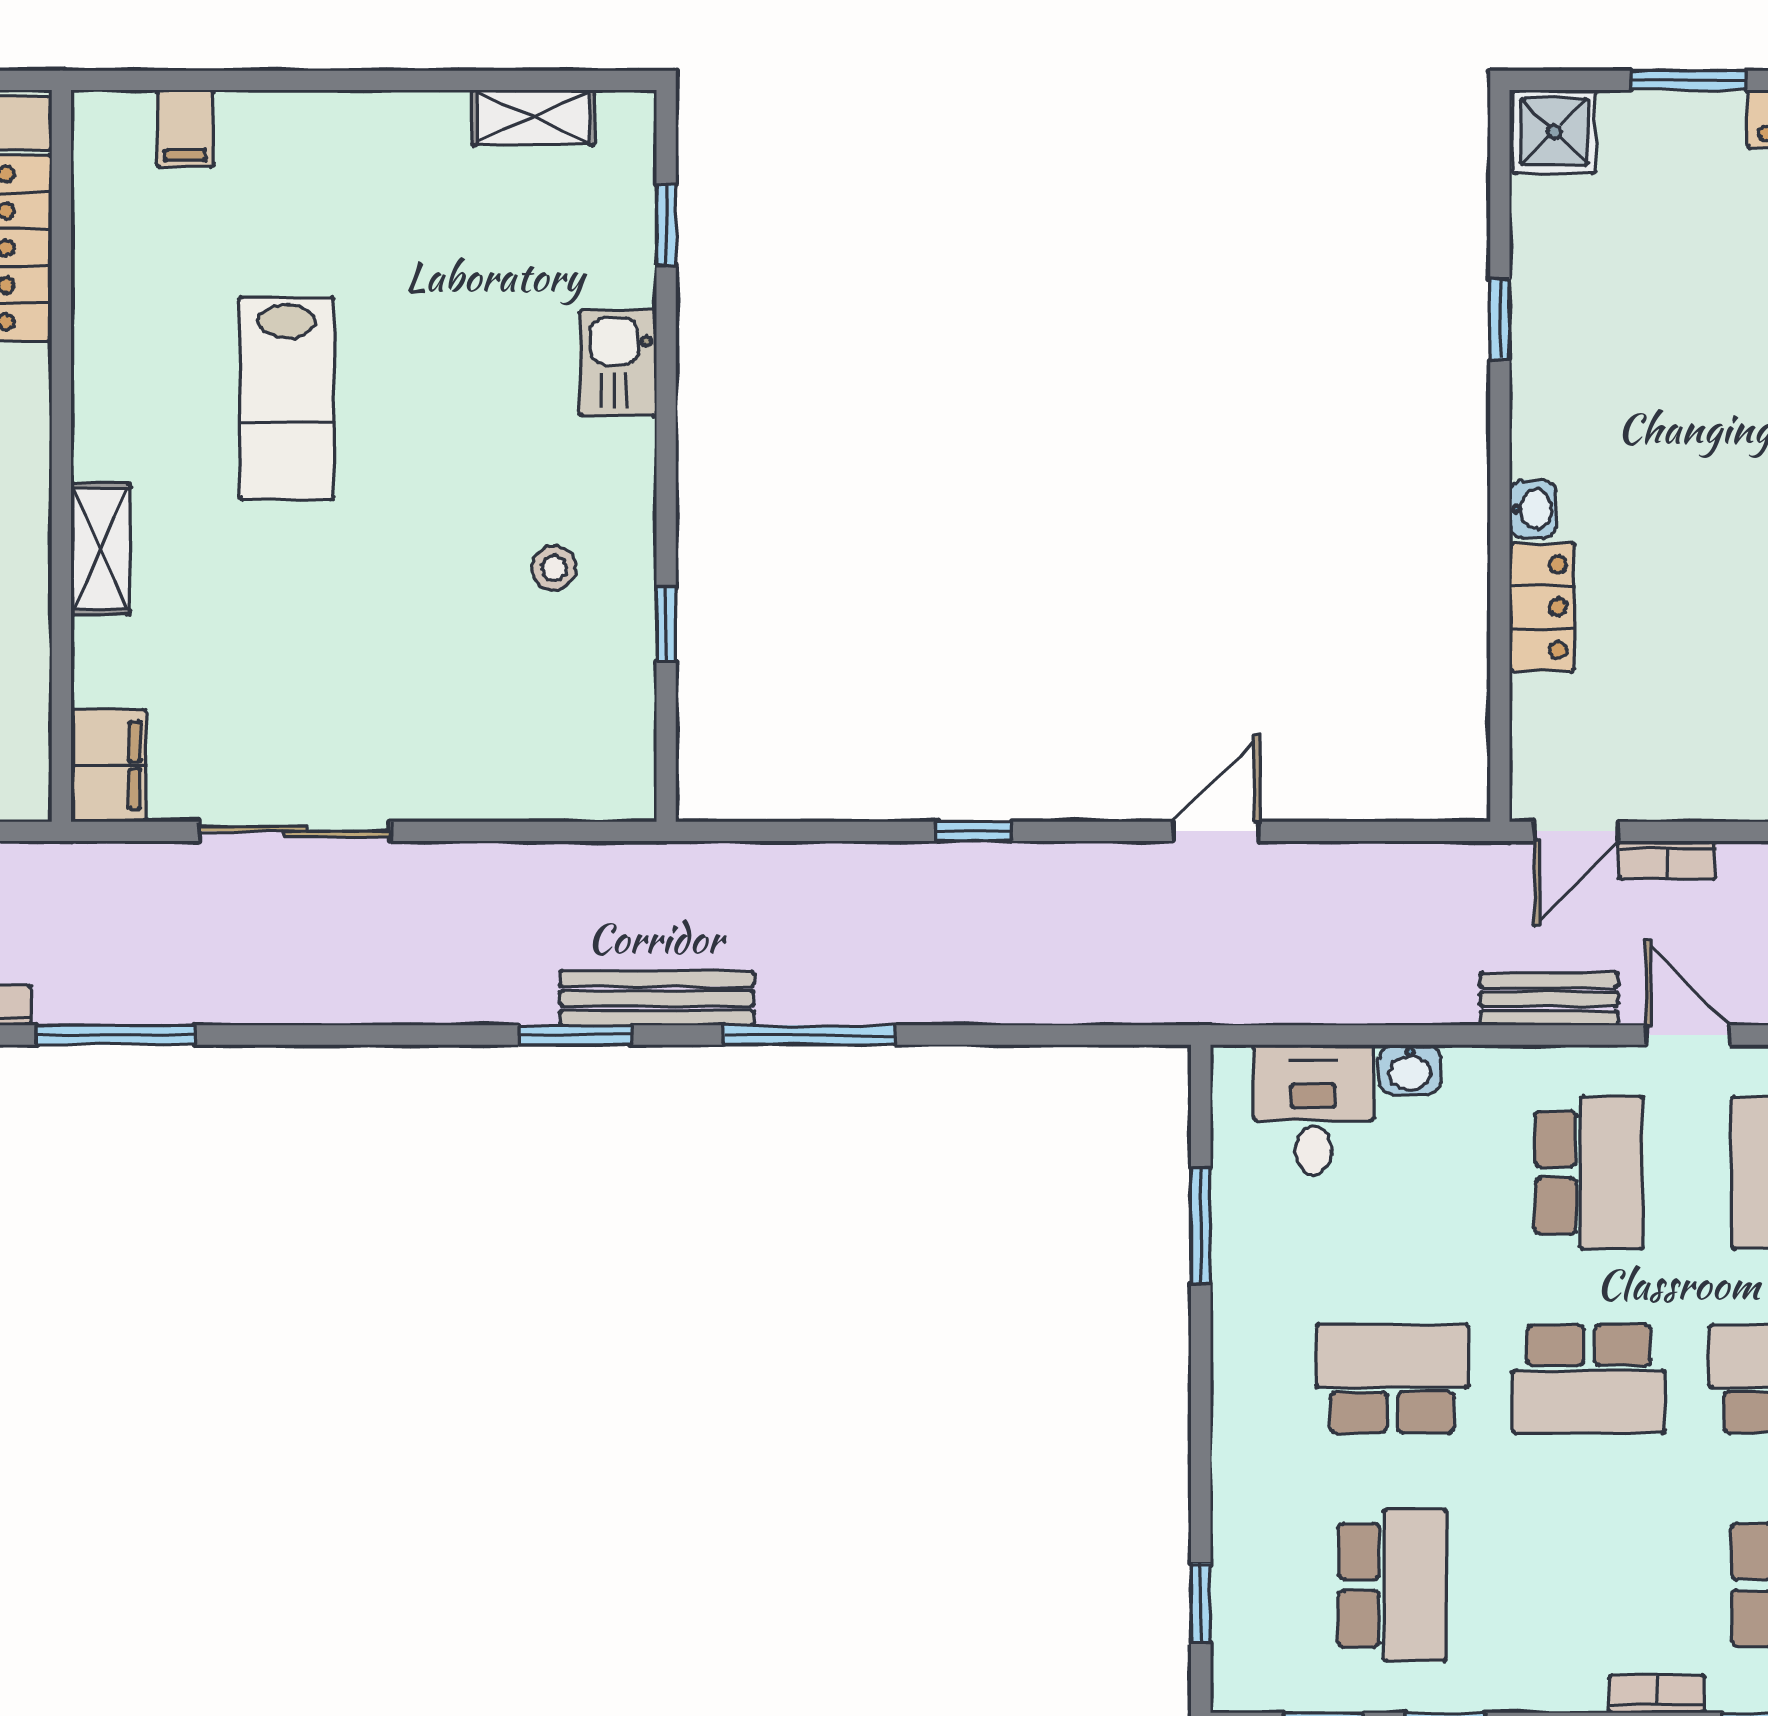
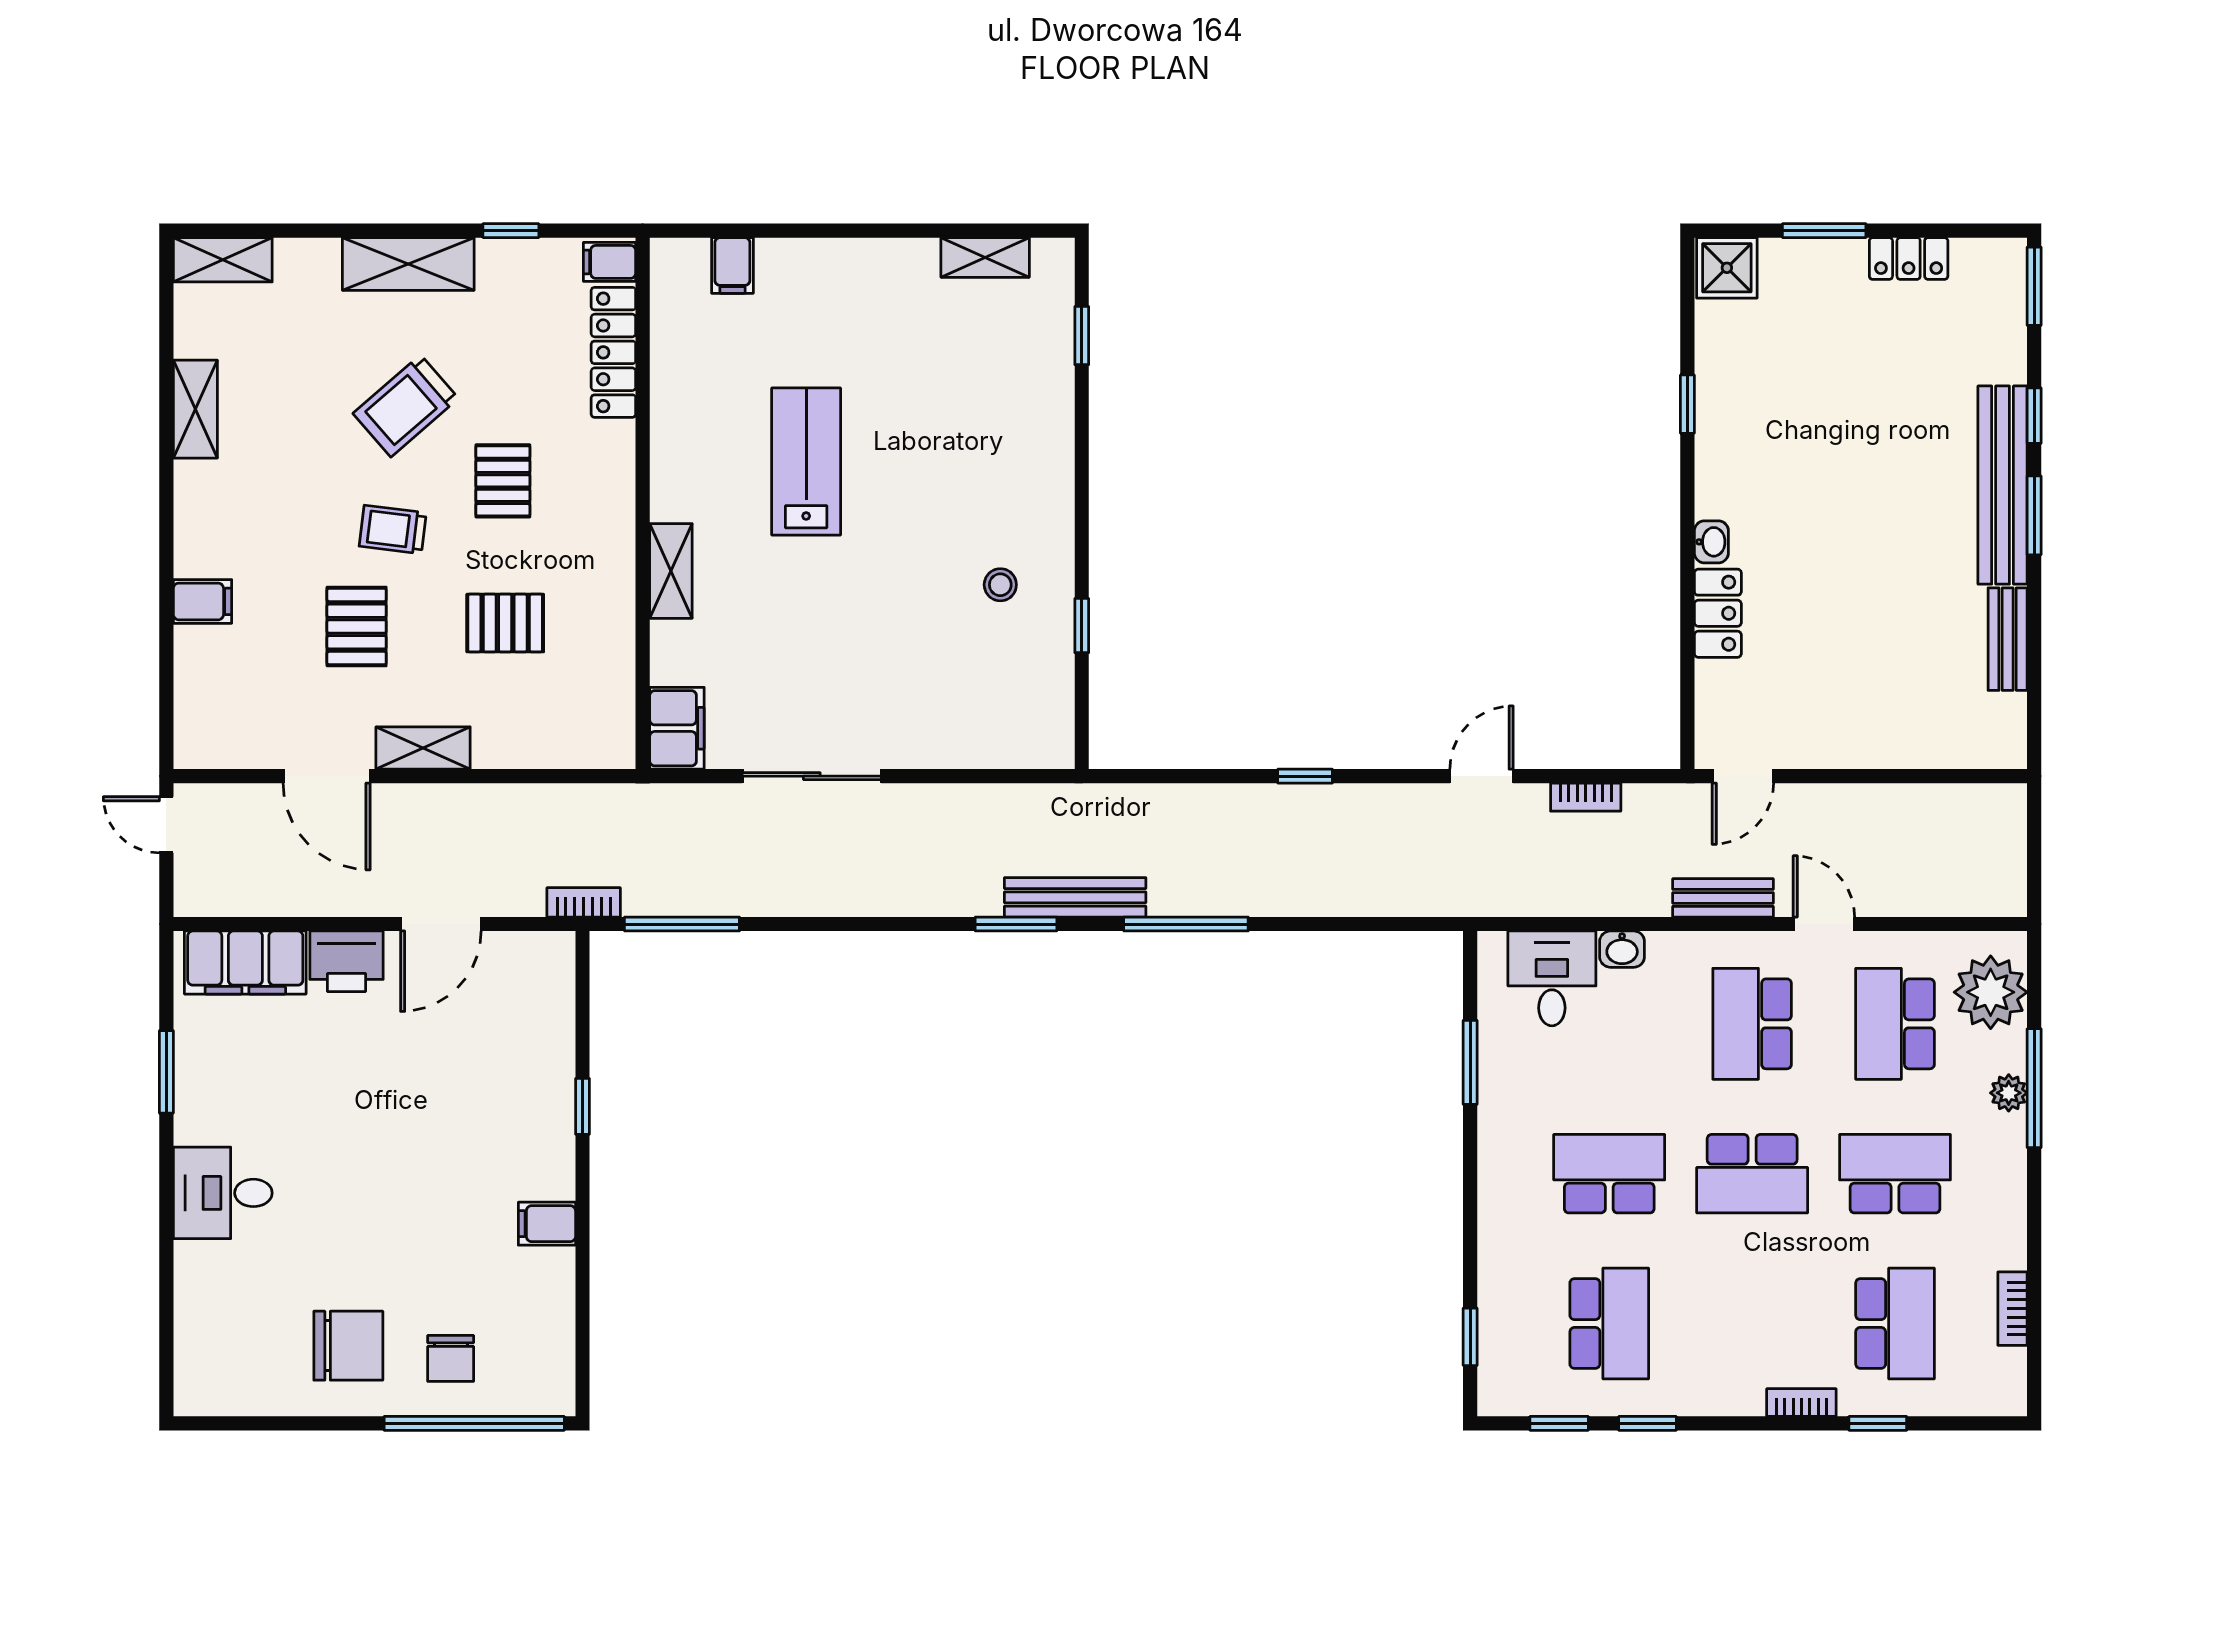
kitchen sink: (618, 362) -> (1047, 435), removed
lab bench: (287, 398) -> (806, 461), turned 180
bookcase: (1667, 860) -> (1586, 797), moved
school desk: (1589, 1172) -> (1752, 1024), turned 180

